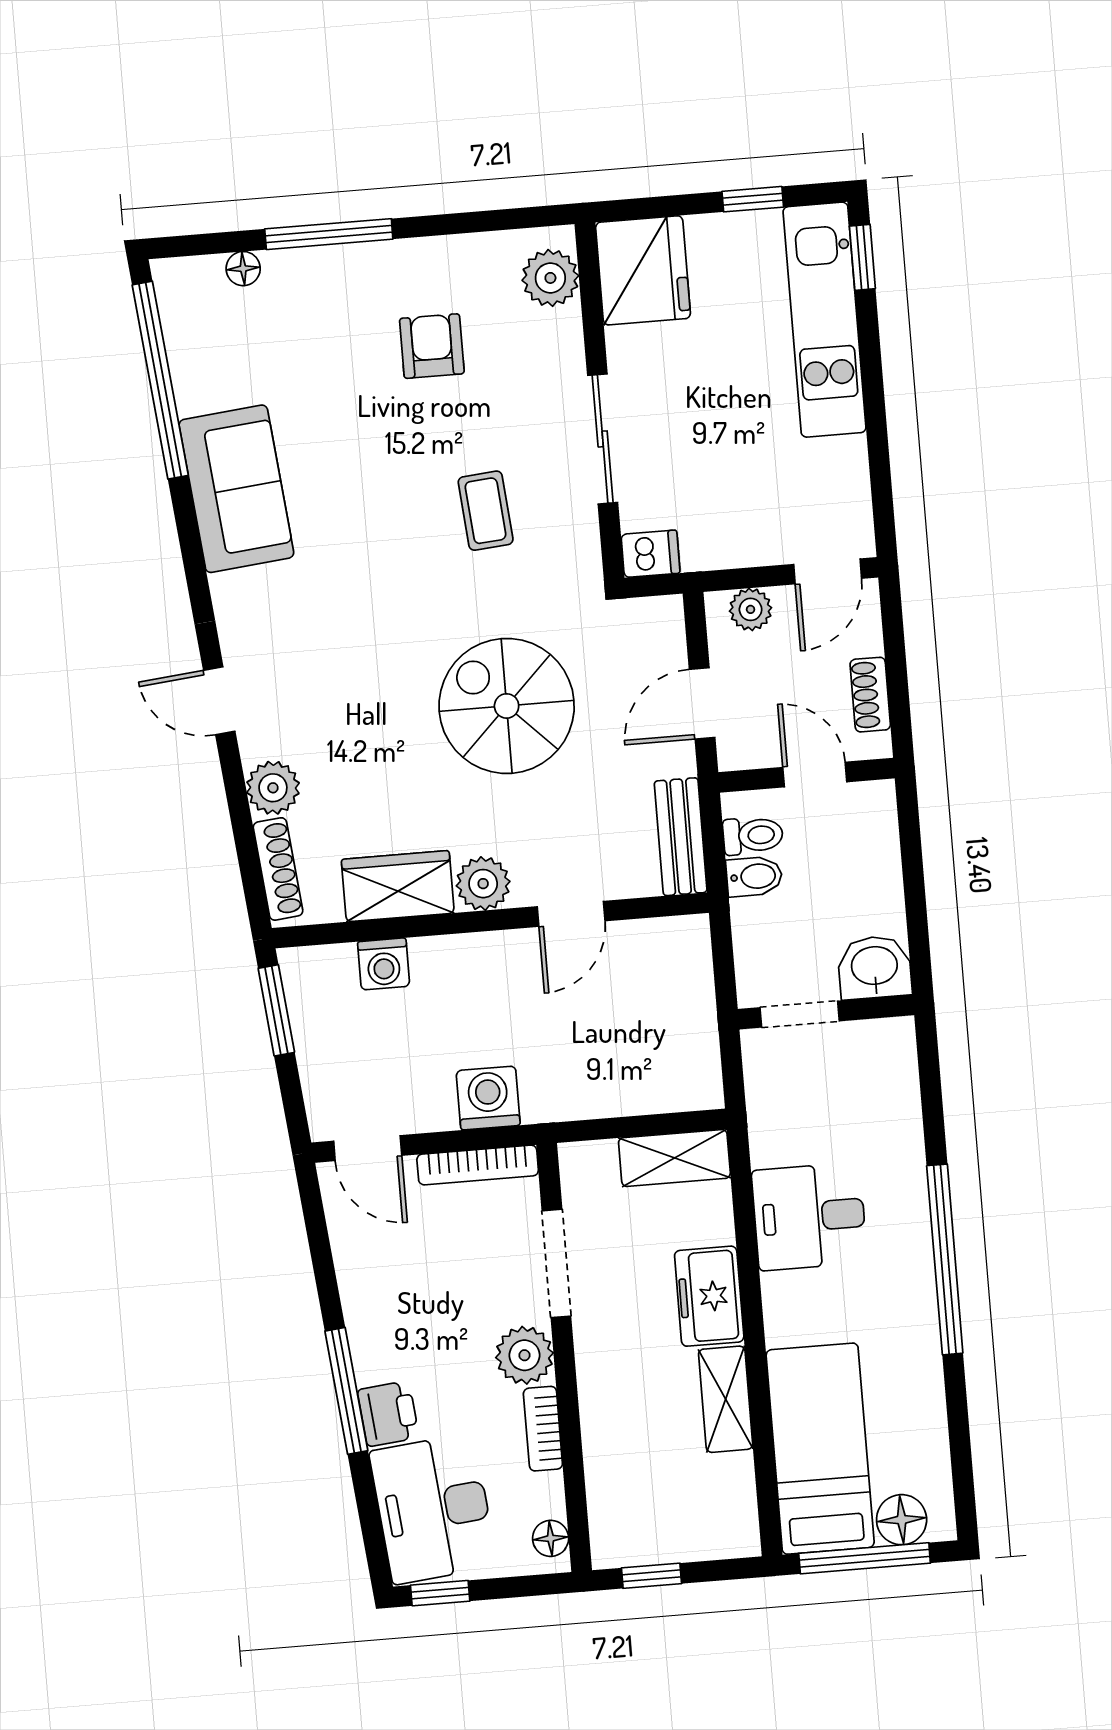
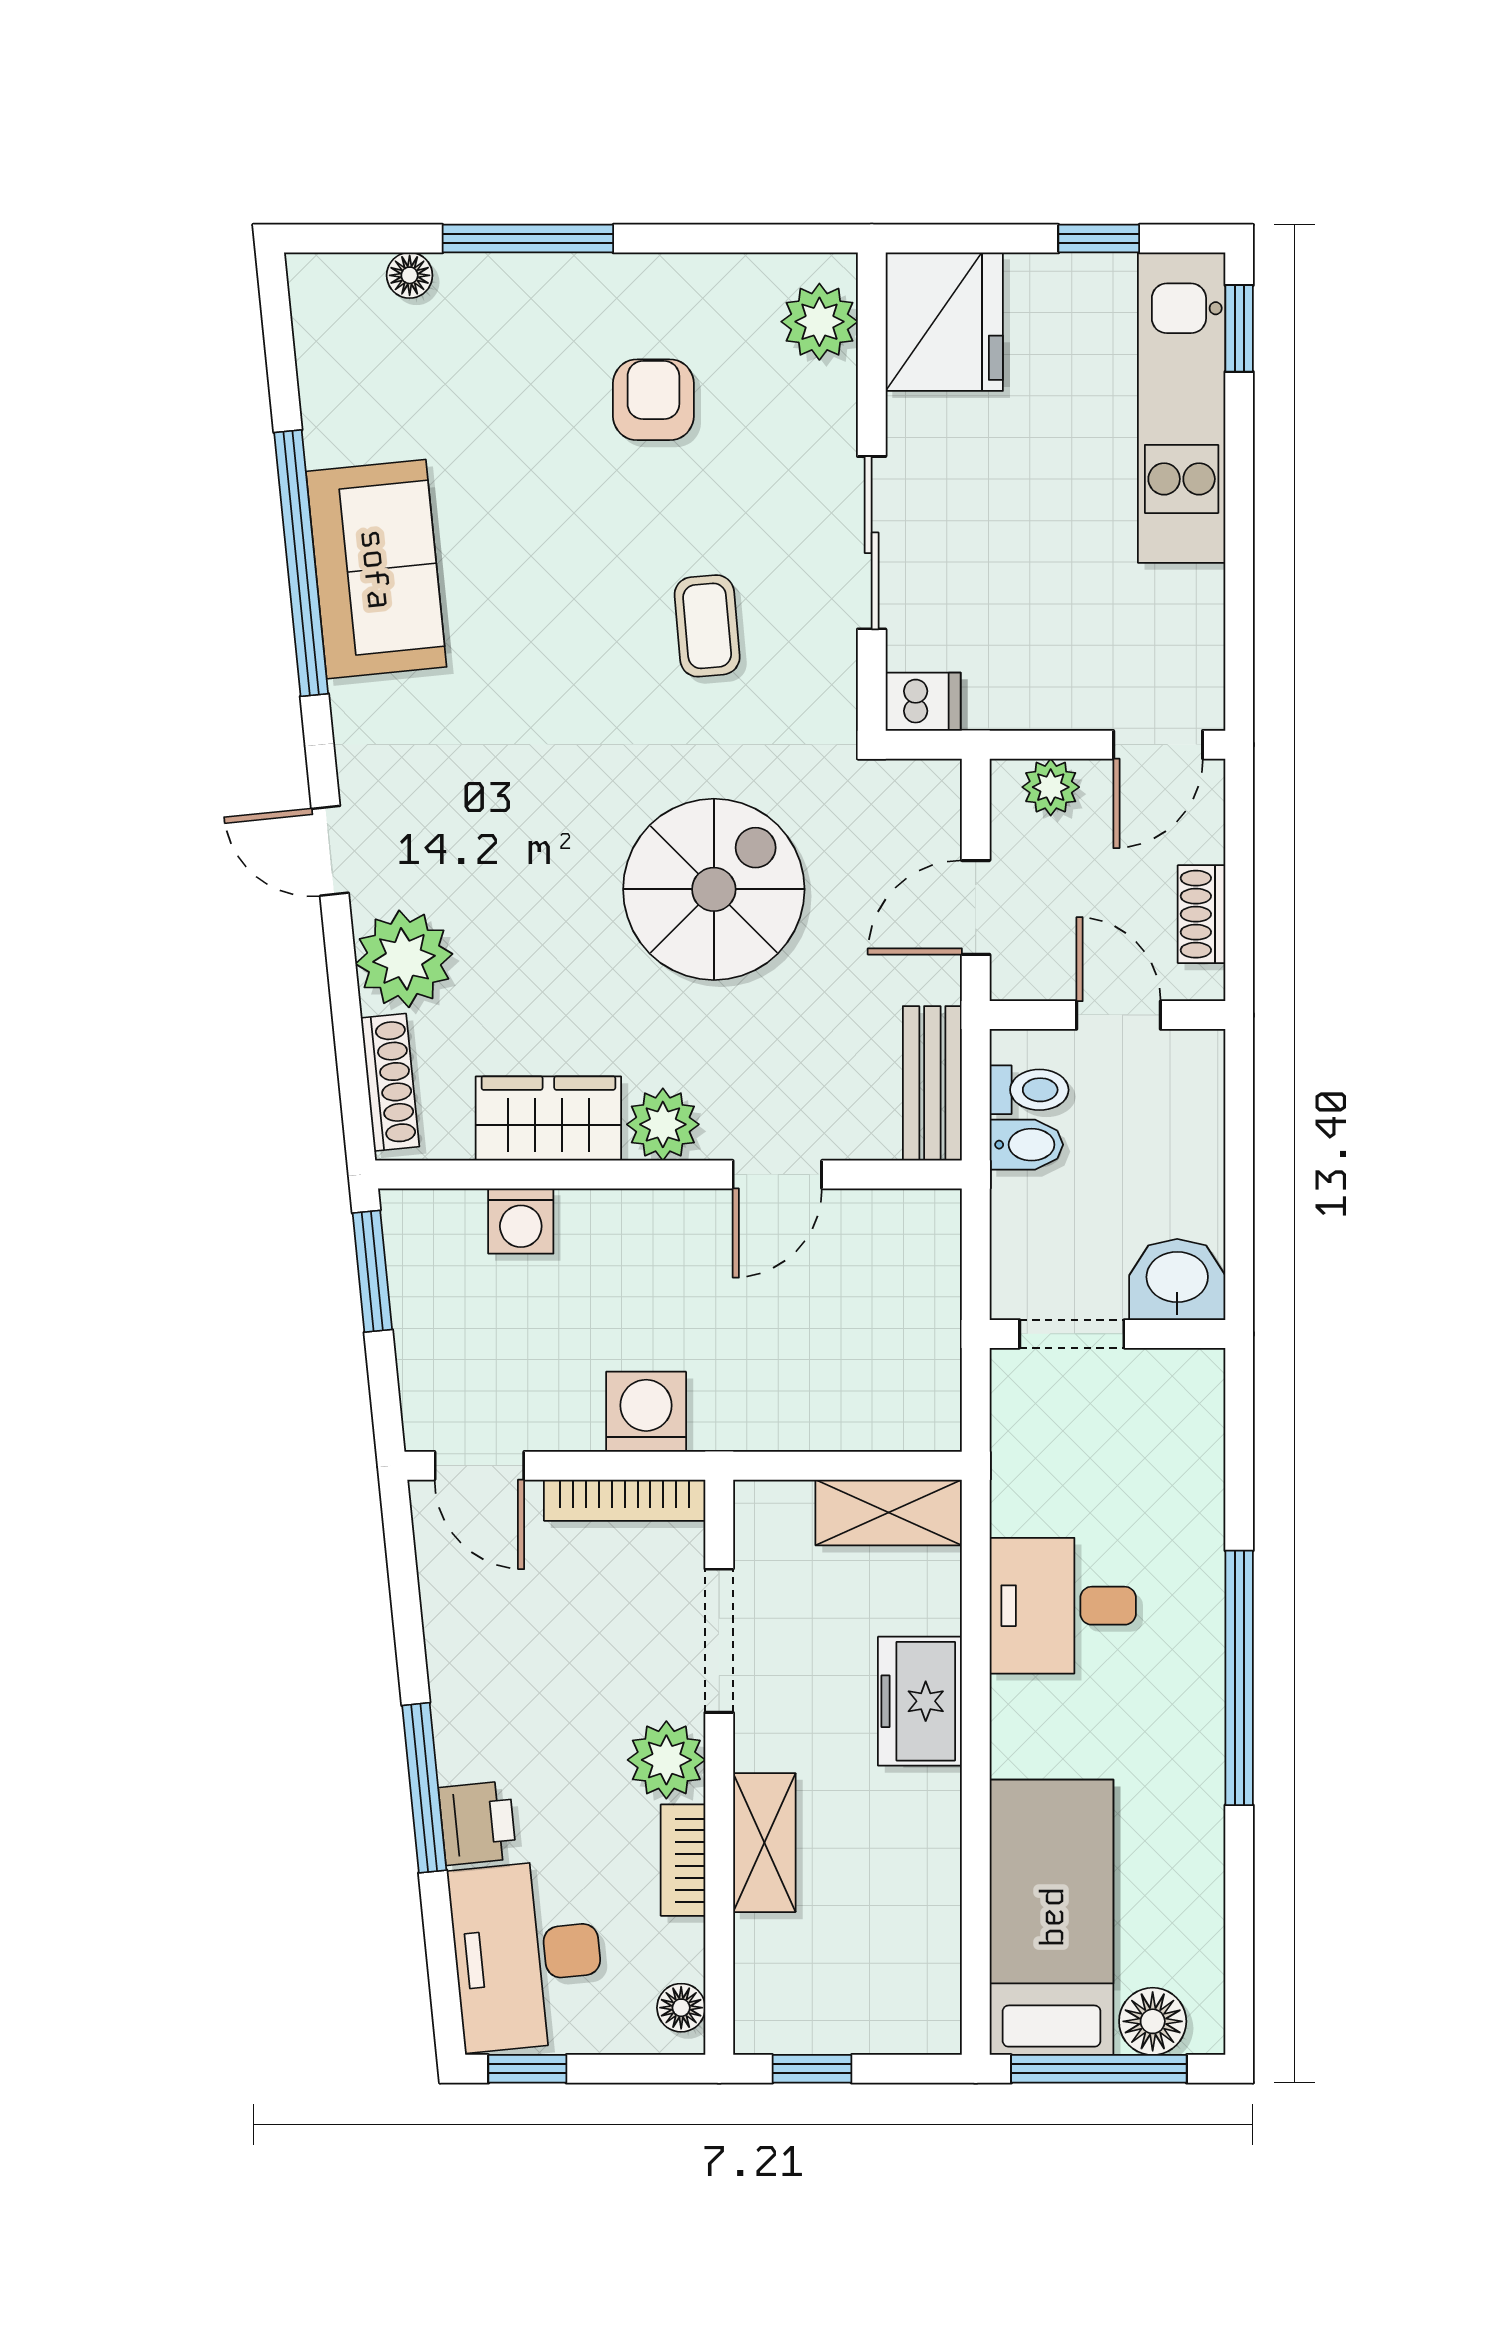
window: (160, 380) -> (301, 563), moved
spiral stairs: (507, 706) -> (714, 889), turned 90
plant: (273, 788) -> (404, 959), width x1.36, depth x1.36
shelving: (726, 1399) -> (764, 1843), moved

